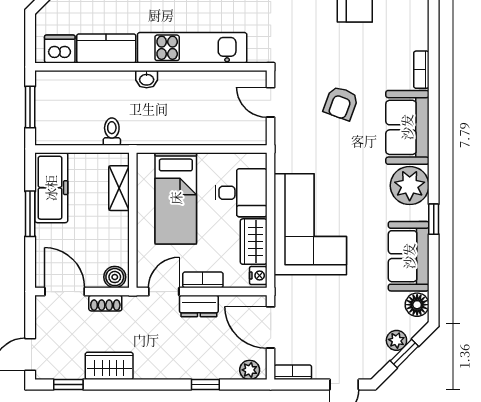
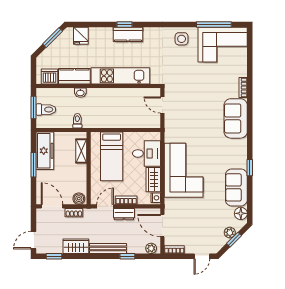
washbasin: (147, 79) -> (80, 93), moved
armchair: (341, 103) -> (200, 106), removed
toilet: (53, 111) -> (46, 110), added
plant: (410, 186) -> (237, 150), removed
bench: (169, 370) -> (108, 248), added

